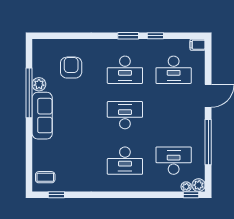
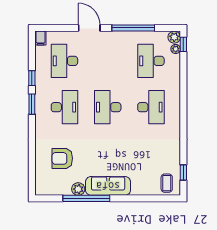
desk: (174, 70) -> (64, 61), turned 180

